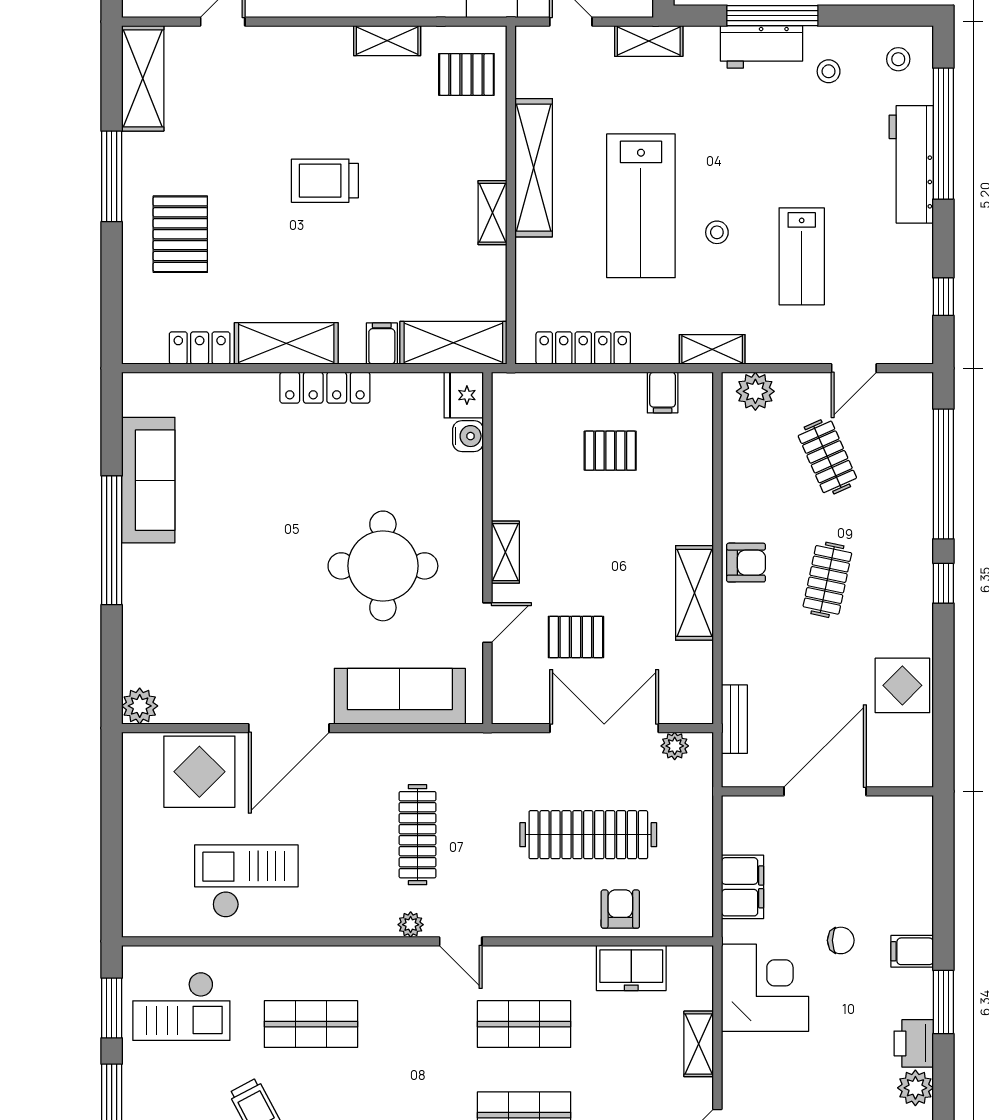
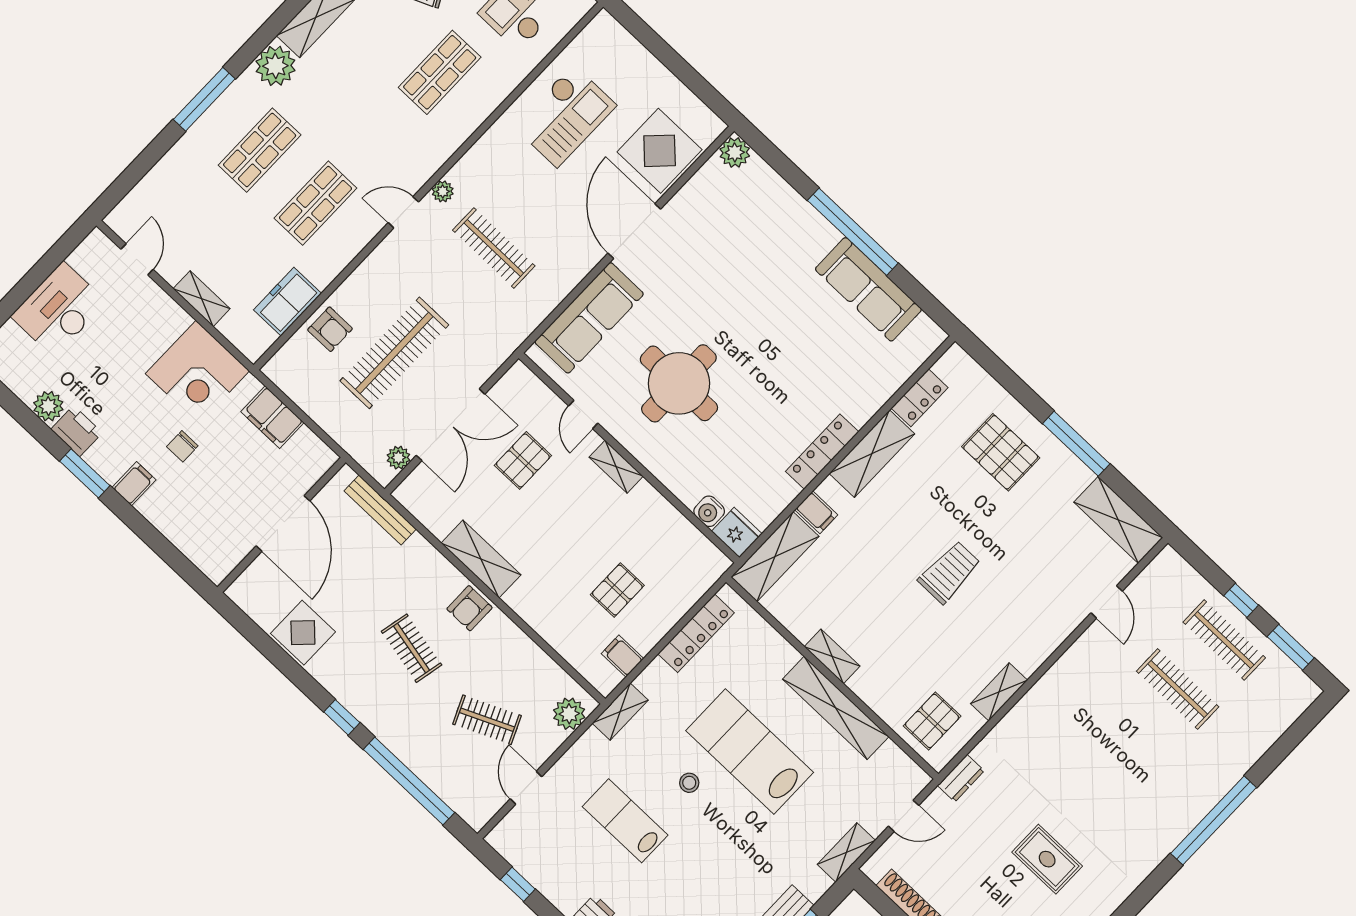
bench: (734, 719) -> (380, 510), width x1.36

